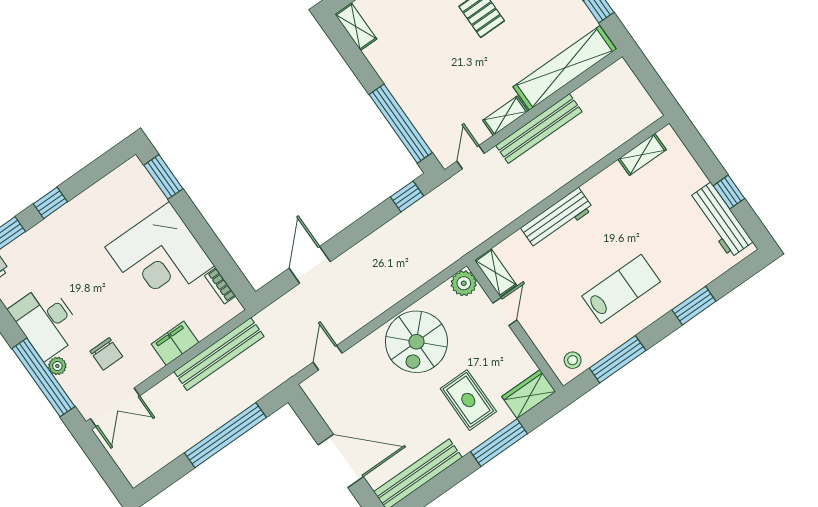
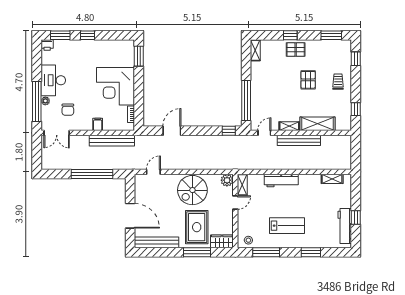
shelving: (565, 68) -> (318, 124), width x0.68
filing cabinet: (175, 343) -> (98, 124), width x0.50
rug: (468, 400) -> (197, 227), width x1.36, depth x1.43

